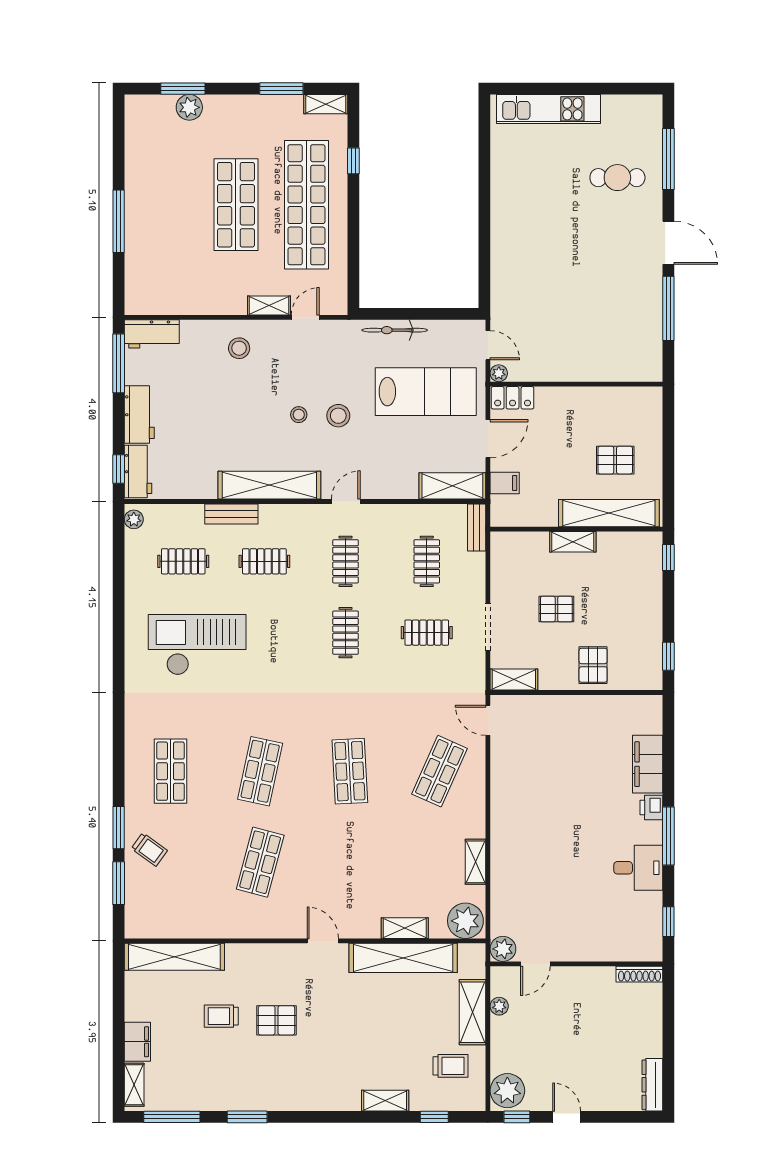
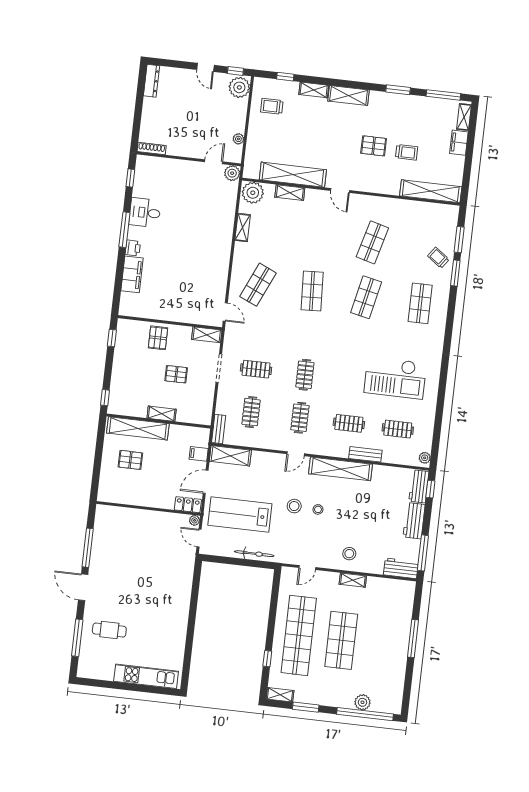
window: (183, 89) -> (365, 714), width x2.11
shelving: (269, 305) -> (353, 580), moved
shelving: (472, 1012) -> (349, 95), moved, turned 90

